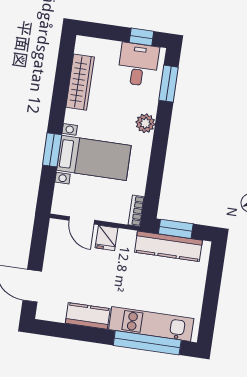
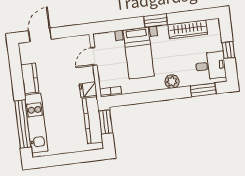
window: (141, 37) -> (228, 50), moved
window: (52, 150) -> (156, 21), moved
fridge: (107, 238) -> (88, 90), moved

